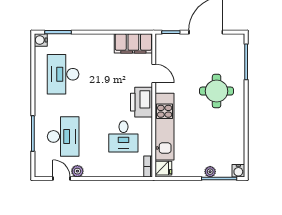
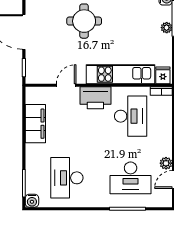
filing cabinet: (133, 43) -> (35, 124), moved
desk: (63, 74) -> (67, 178), turned 90
desk: (63, 136) -> (131, 178), turned 180
desk: (123, 136) -> (131, 116), width x1.37

